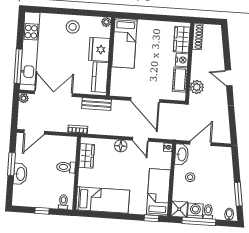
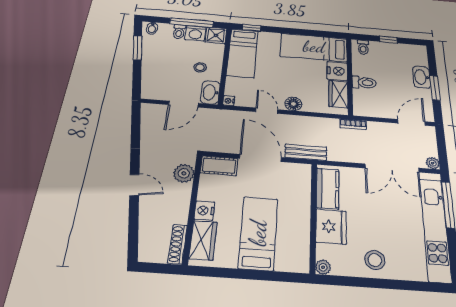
bed: (124, 43) -> (258, 233), moved
cot: (180, 80) -> (219, 166), moved, turned 90
bench: (97, 104) -> (306, 152), moved
nightstand: (86, 177) -> (337, 71), added

